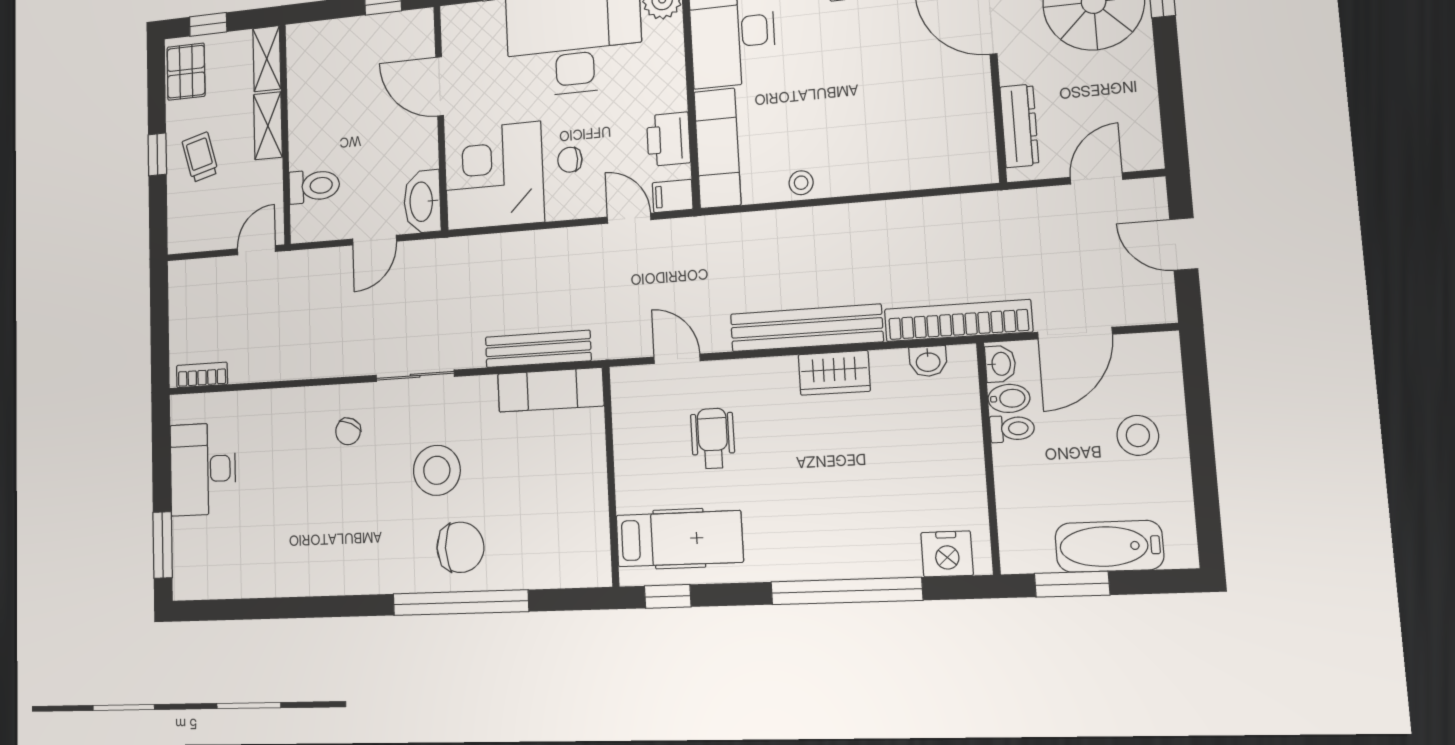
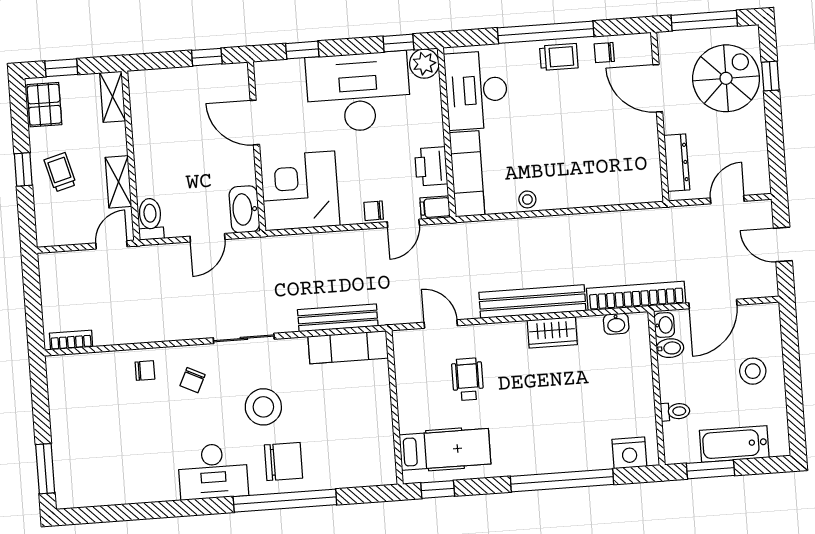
shelving: (268, 126) -> (119, 182), moved
chair: (570, 160) -> (374, 211), moved
toilet: (314, 186) -> (150, 219), moved, turned -90
door: (629, 218) -> (403, 223), swing flipped
chair: (290, 417) -> (145, 371), added
toilet: (1012, 429) -> (675, 411), moved
desk: (203, 469) -> (213, 471), moved, turned -90

